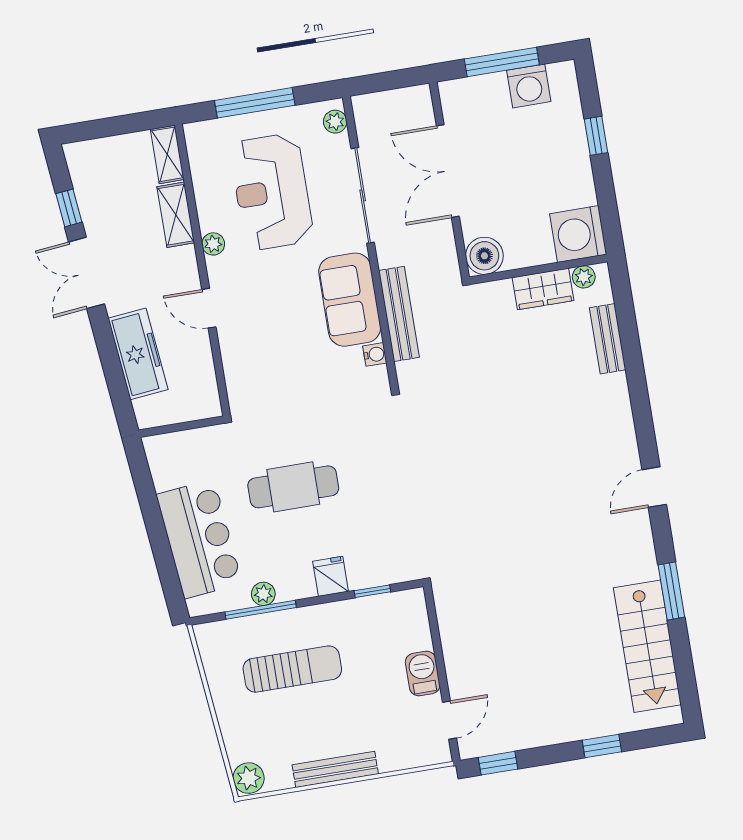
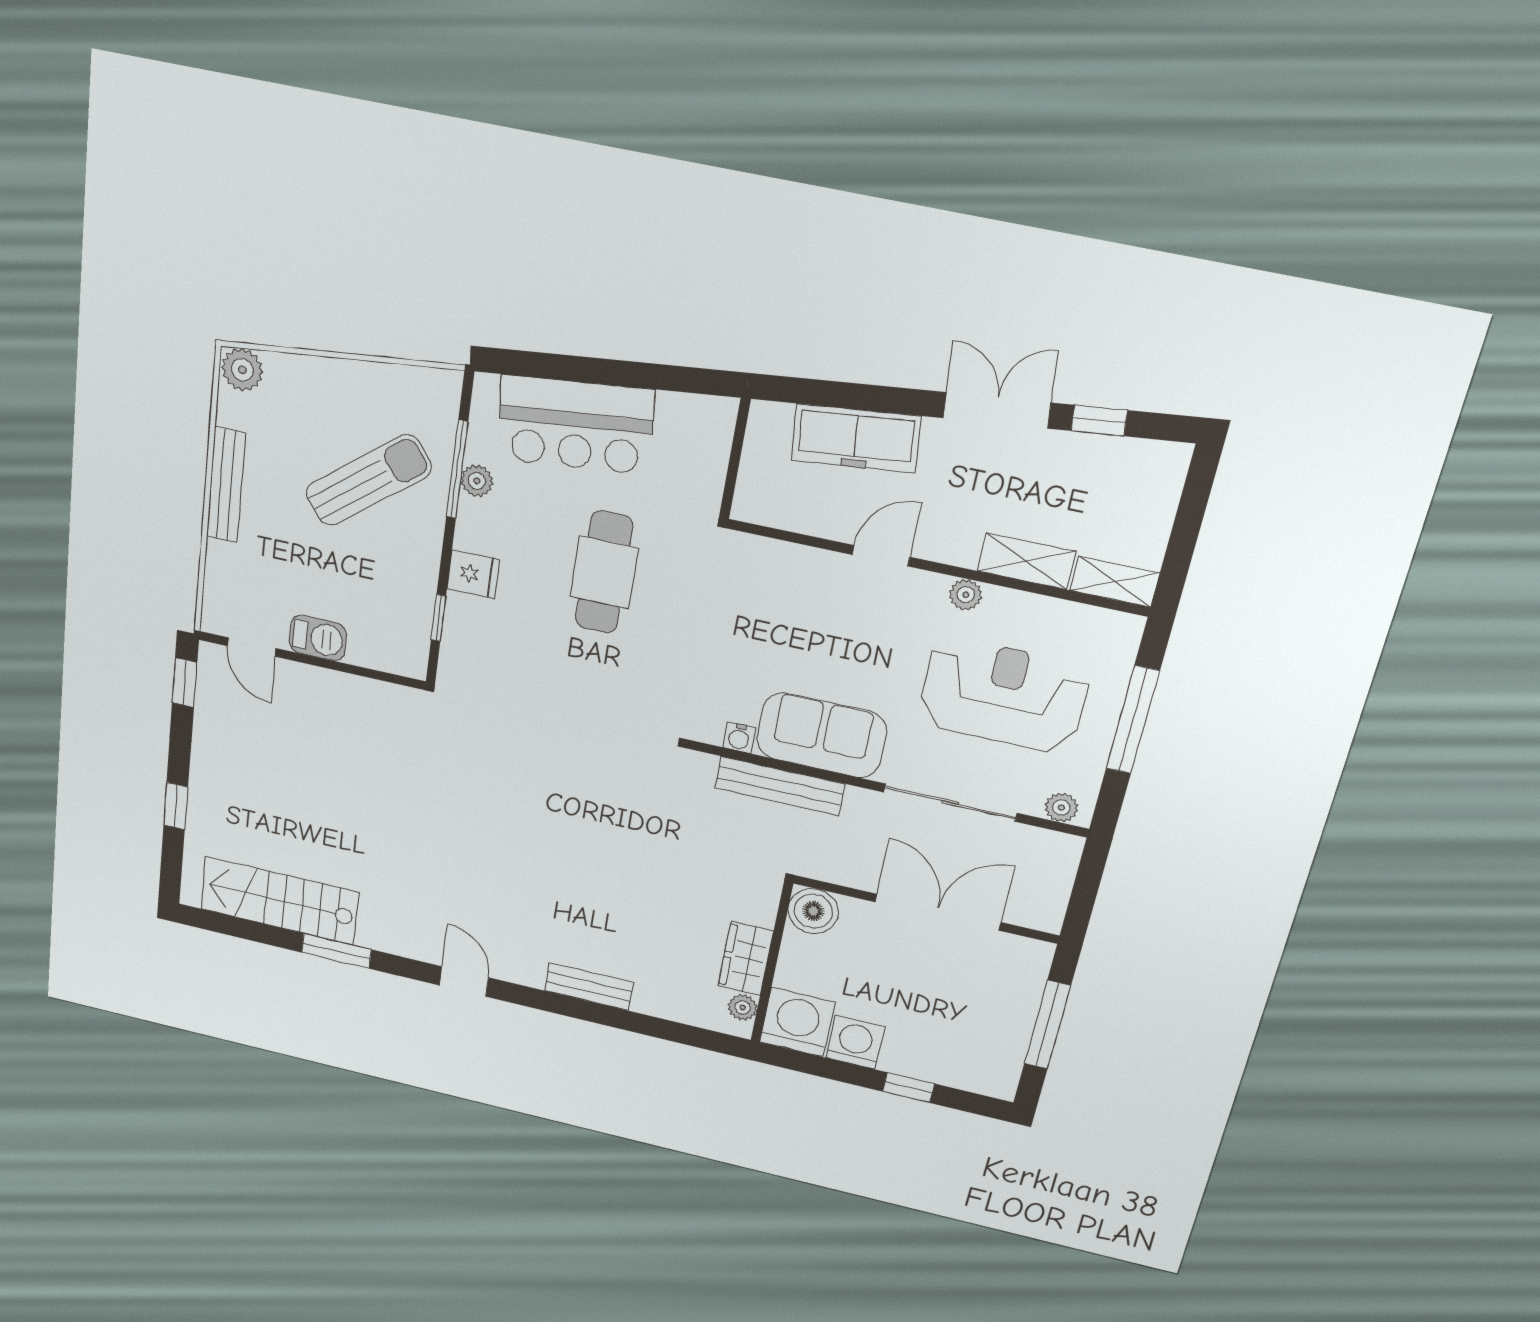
washing machine: (529, 86) -> (855, 1042), moved, turned 90
bench: (608, 339) -> (589, 987), moved
sun lounger: (292, 669) -> (368, 480), turned -128

